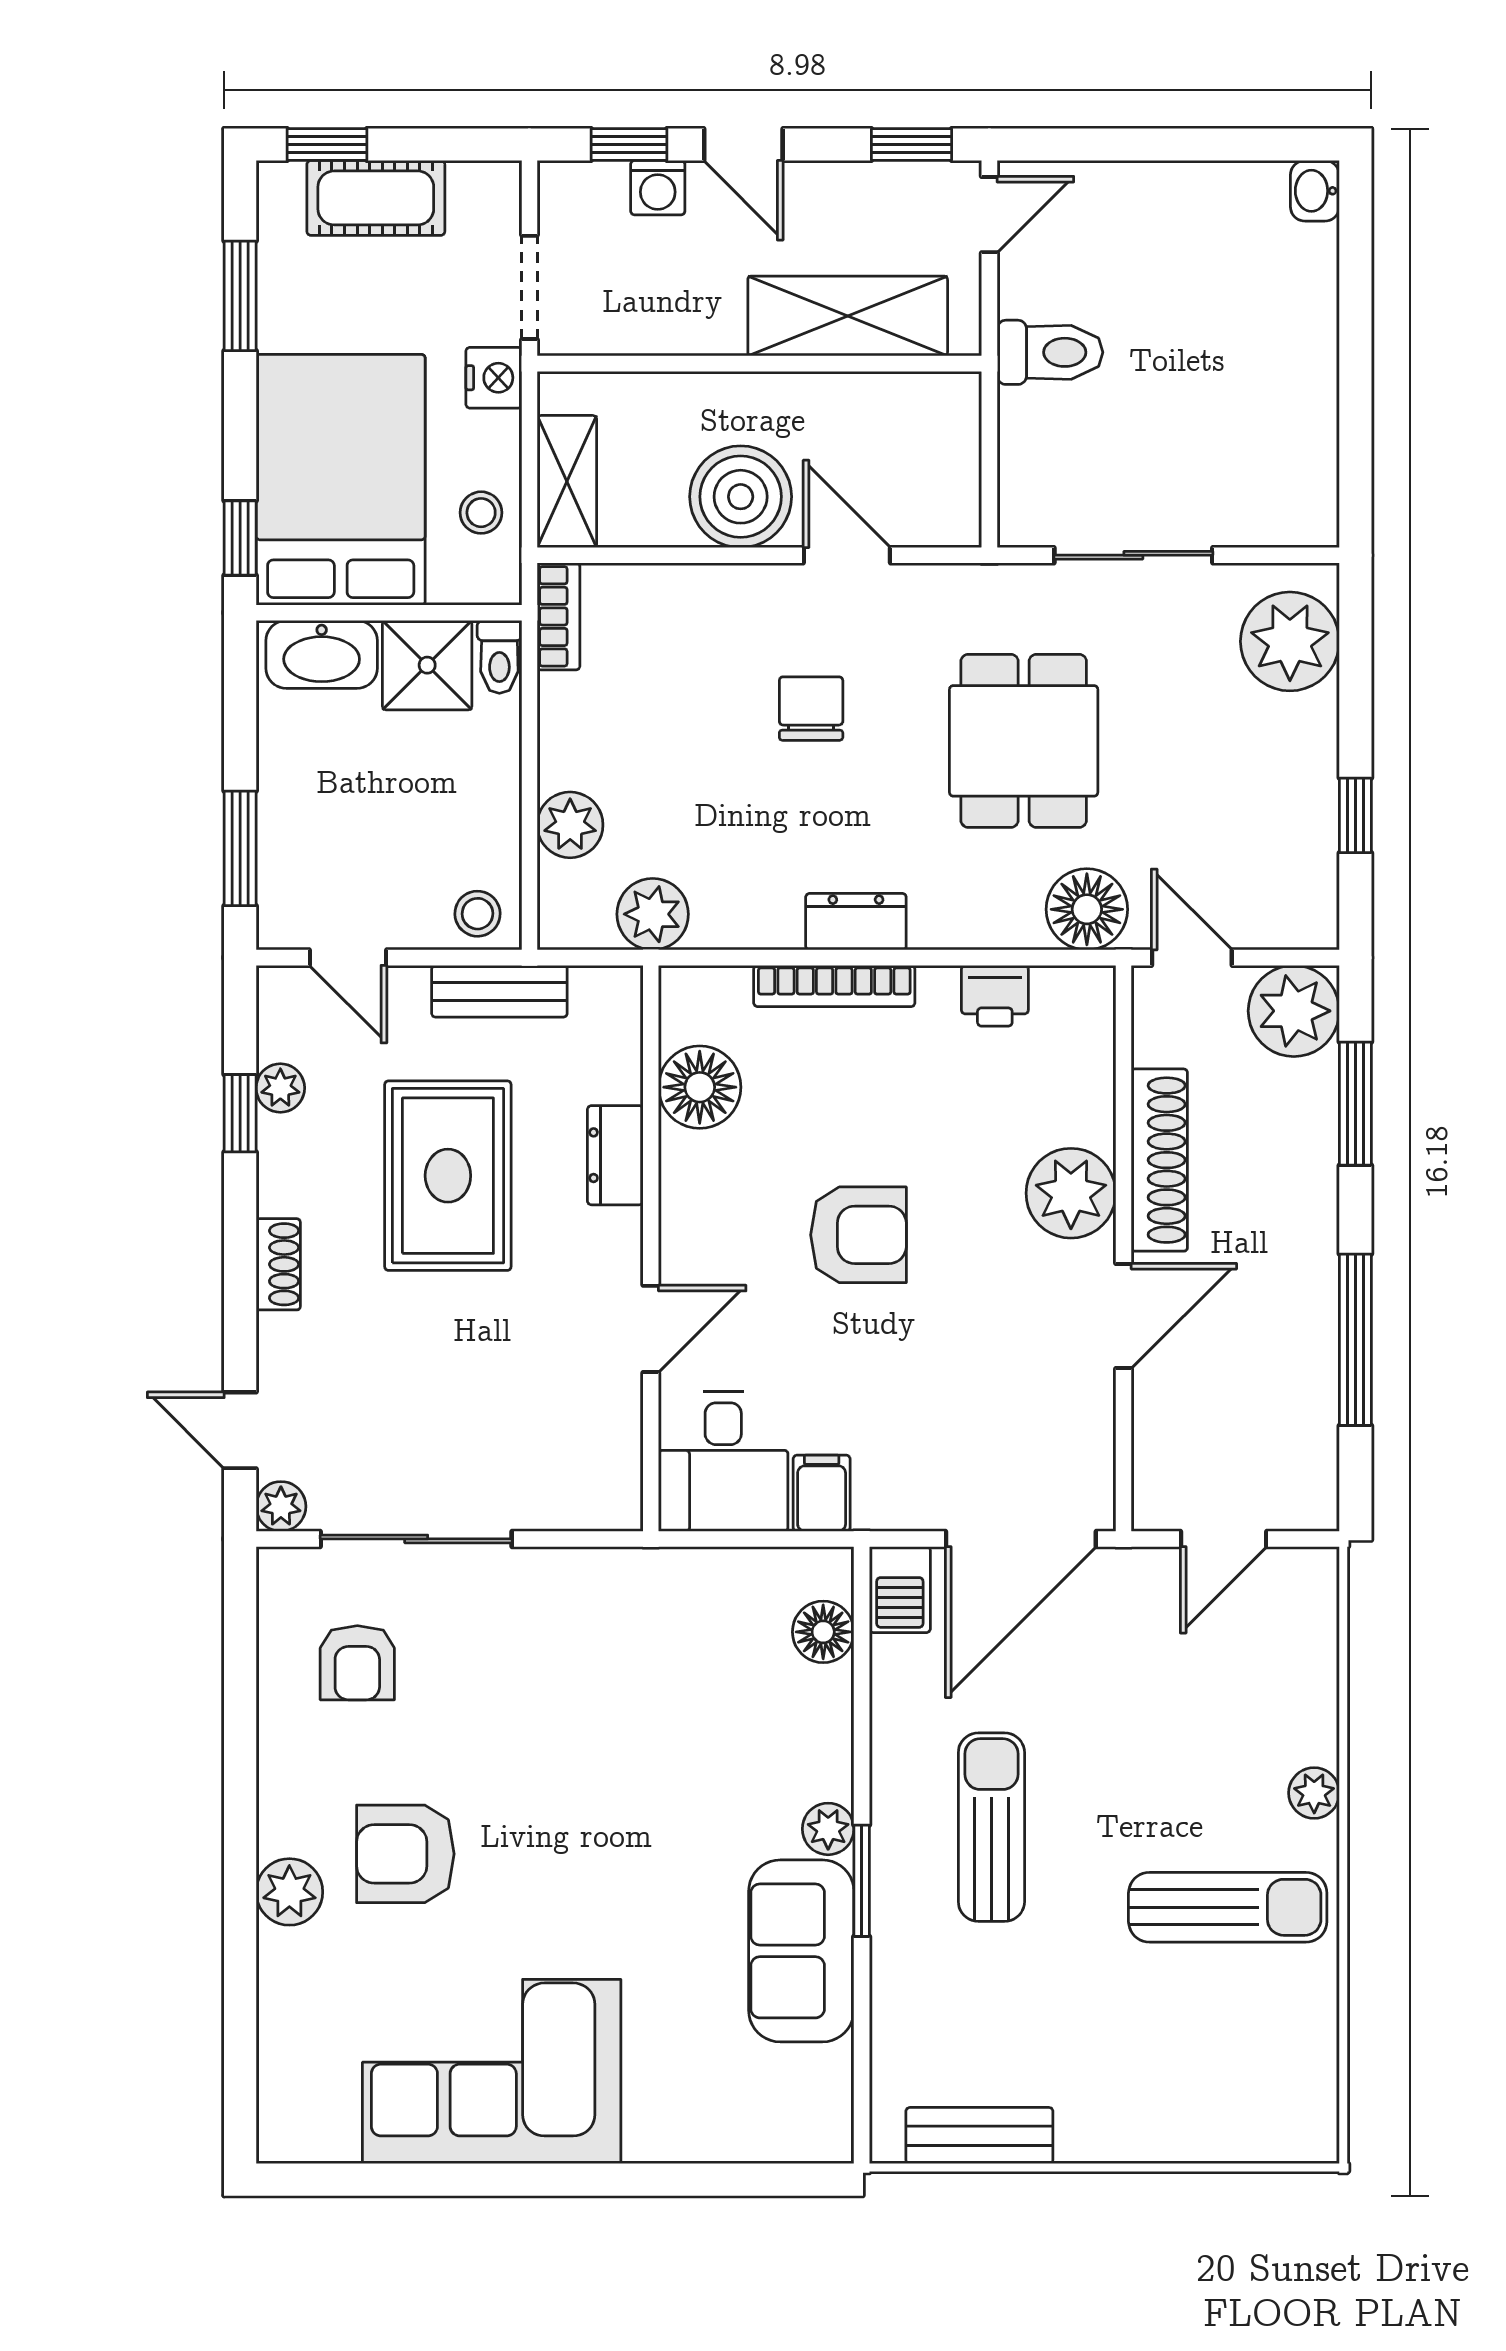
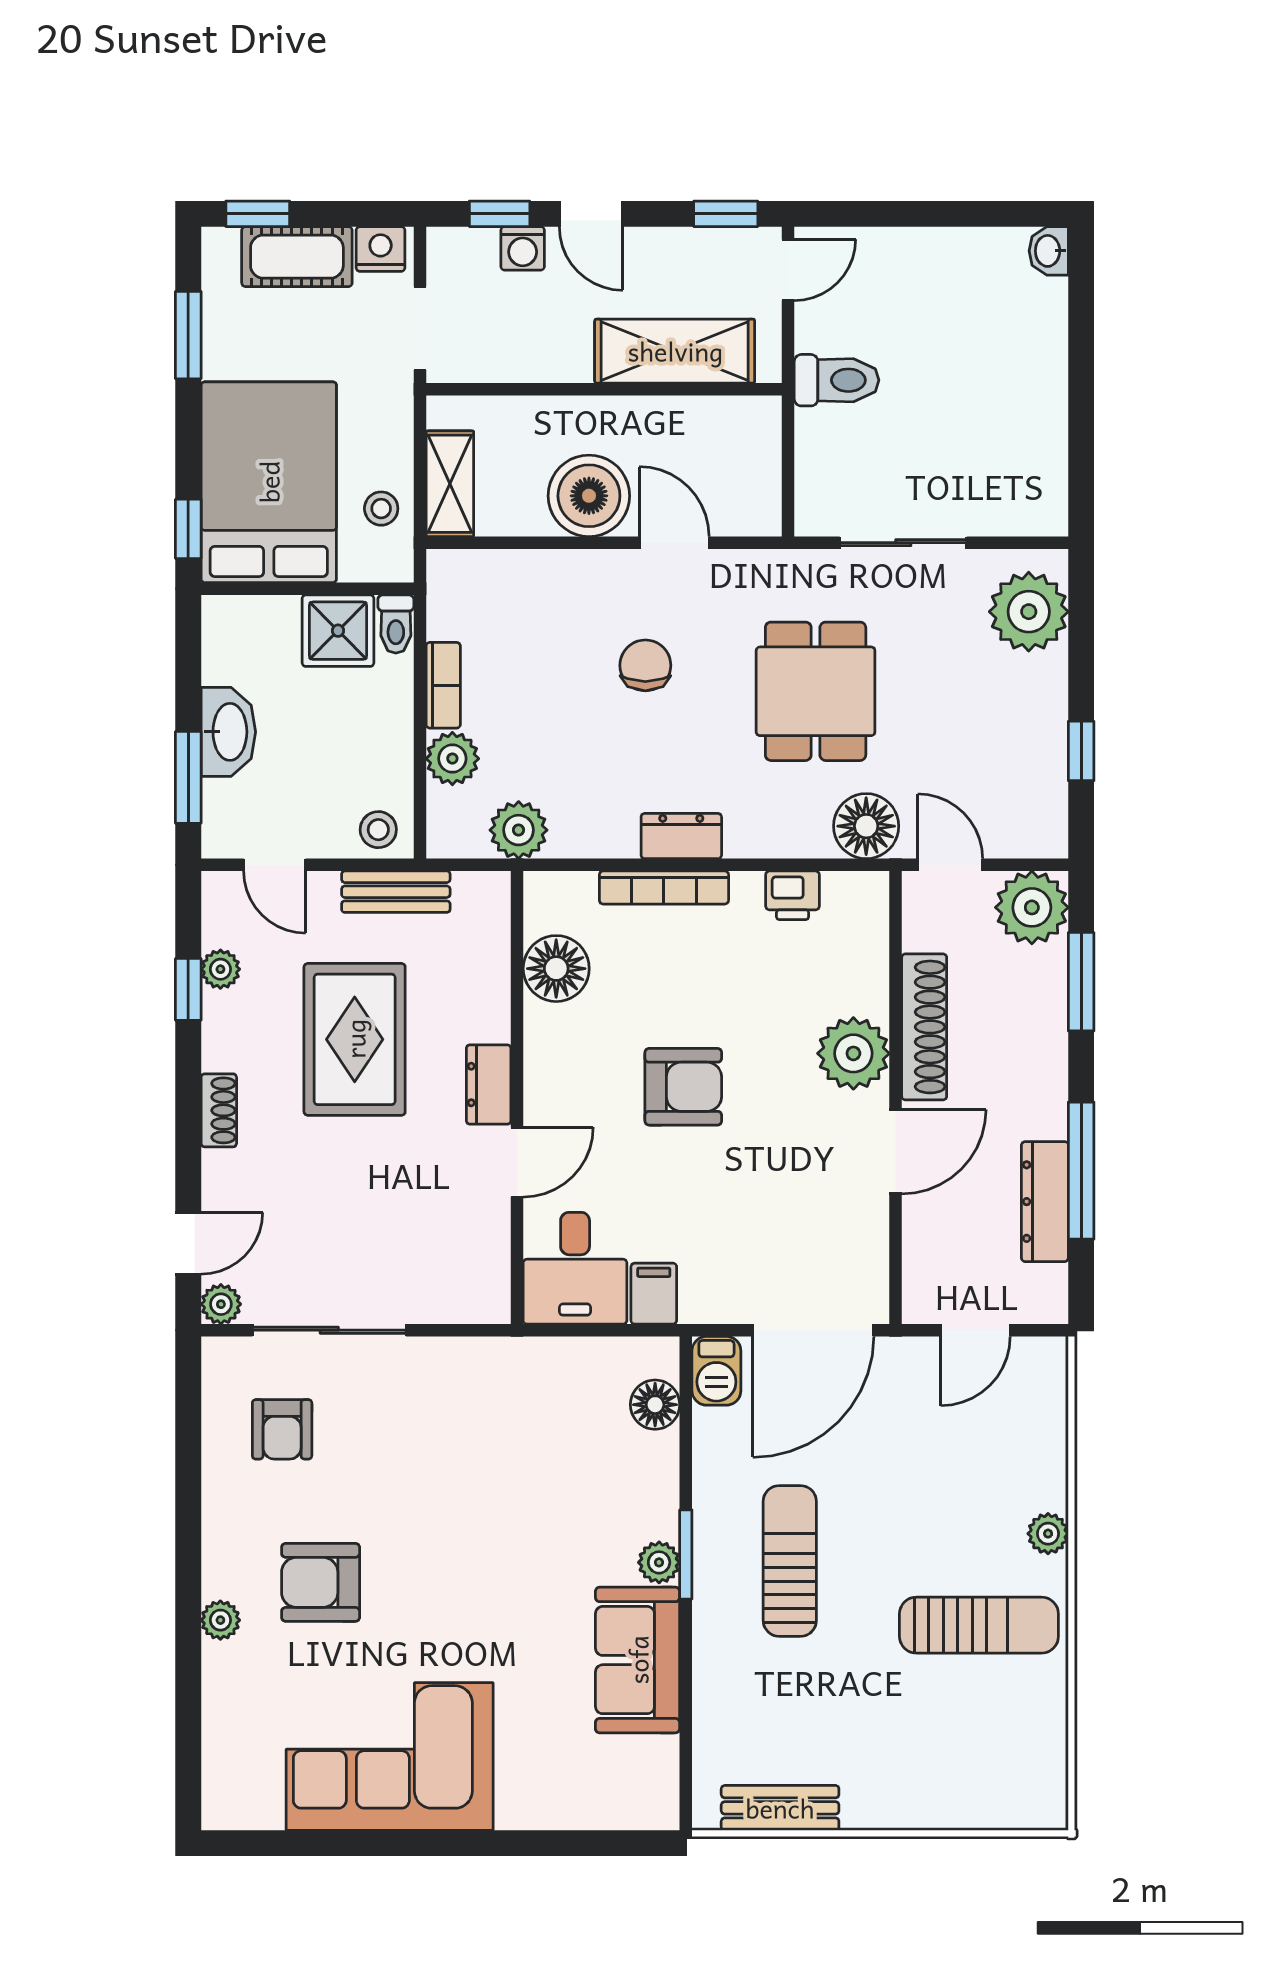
nightstand: (494, 378) -> (381, 249), moved, turned -90
bookcase: (559, 616) -> (443, 685), moved
washbasin: (322, 654) -> (228, 732), moved, turned -90
dresser: (615, 1155) -> (489, 1085), moved
dresser: (1310, 1378) -> (1045, 1202), added
door: (240, 1430) -> (188, 1243), swing flipped
window: (862, 1881) -> (686, 1554), moved
plant: (289, 1892) -> (220, 1620), width x0.73, depth x0.73

